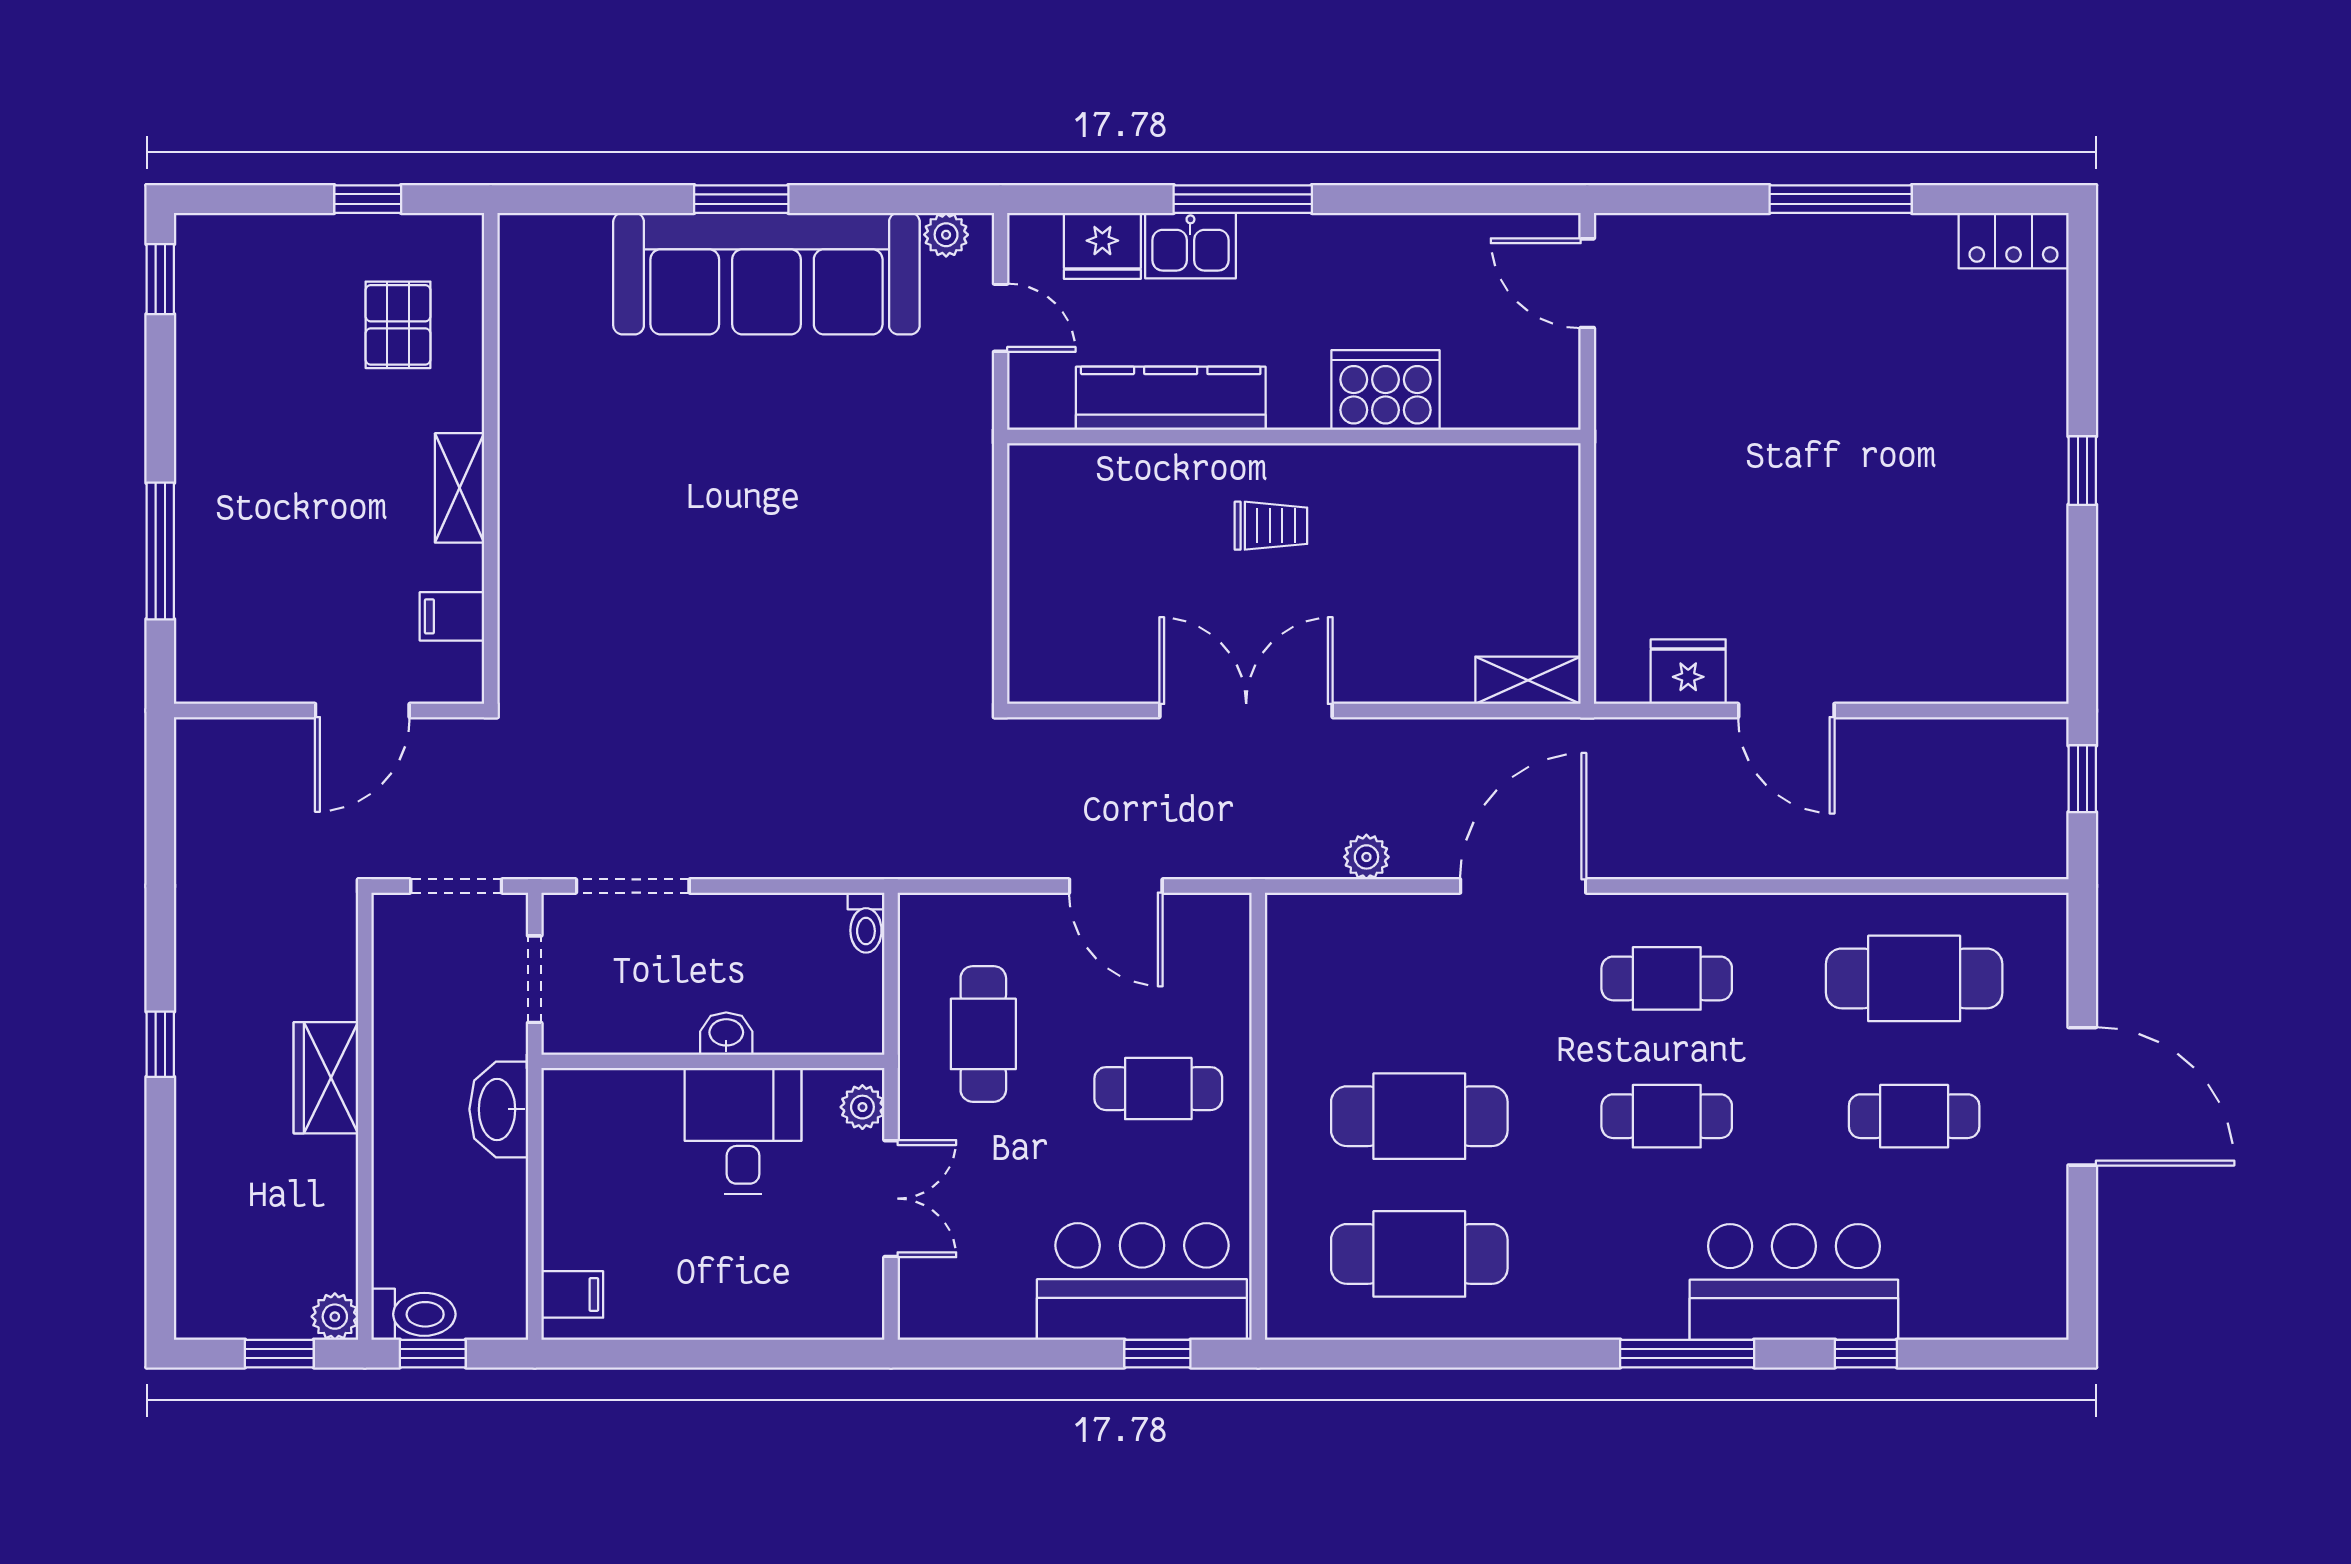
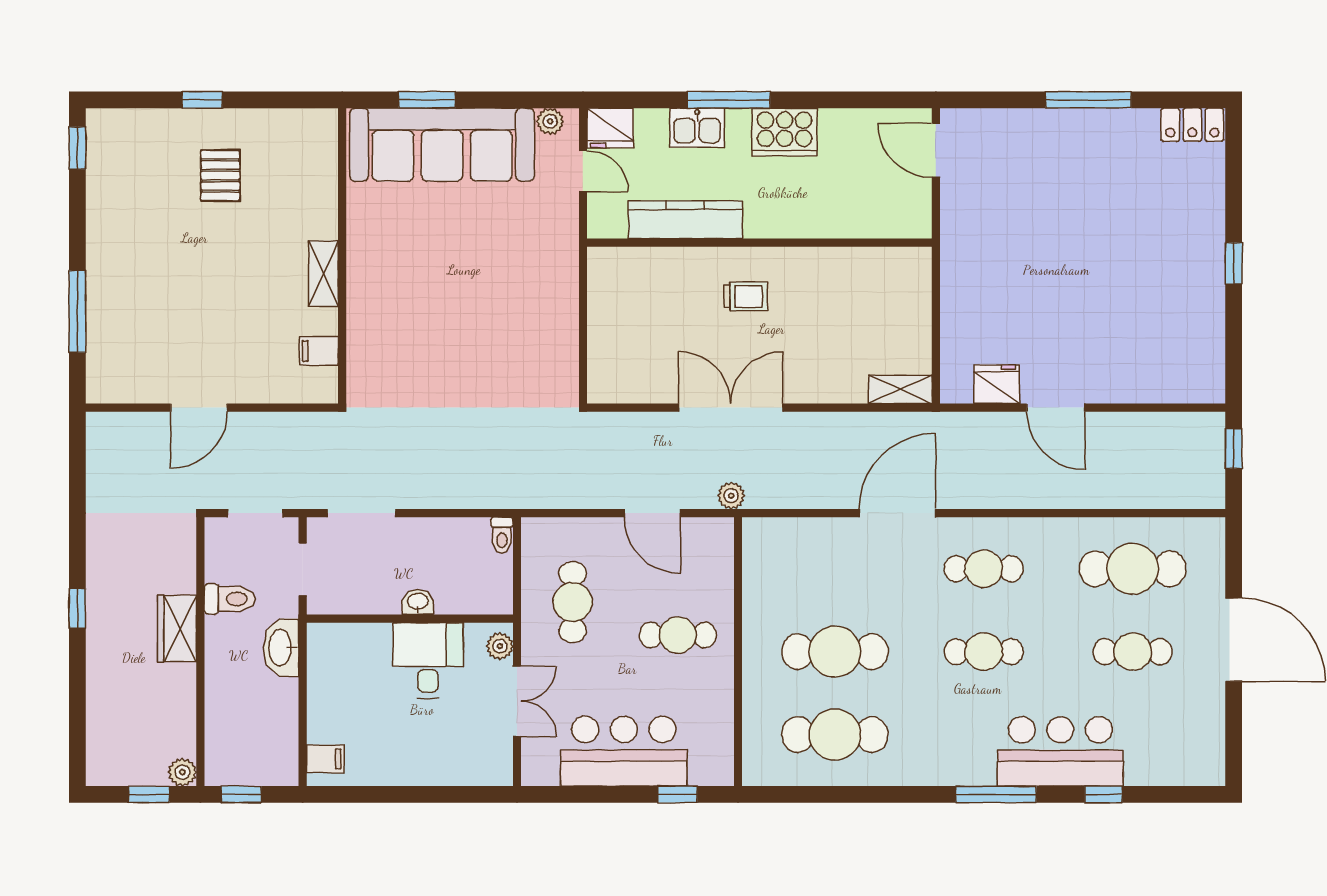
fridge: (1102, 246) -> (610, 128), moved
cooker: (1386, 390) -> (785, 132), moved, turned 180
wall: (491, 458) -> (342, 256), moved
shelving: (460, 488) -> (323, 274), moved
filing cabinet: (452, 616) -> (319, 351), moved
plant: (1366, 857) -> (731, 496), moved
bar counter: (1142, 1282) -> (624, 751), moved
toilet: (413, 1314) -> (230, 599), moved

